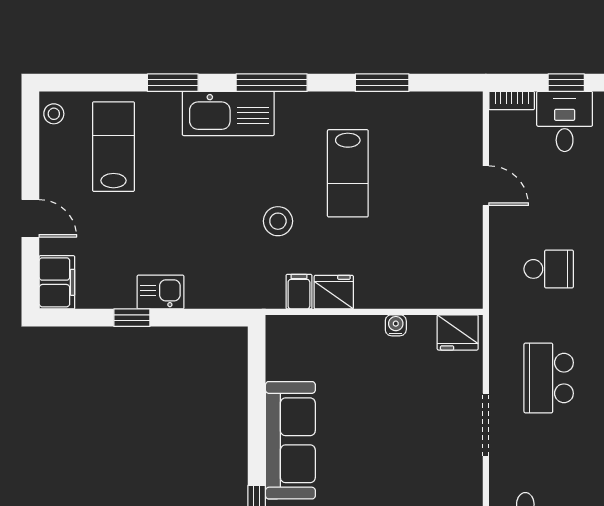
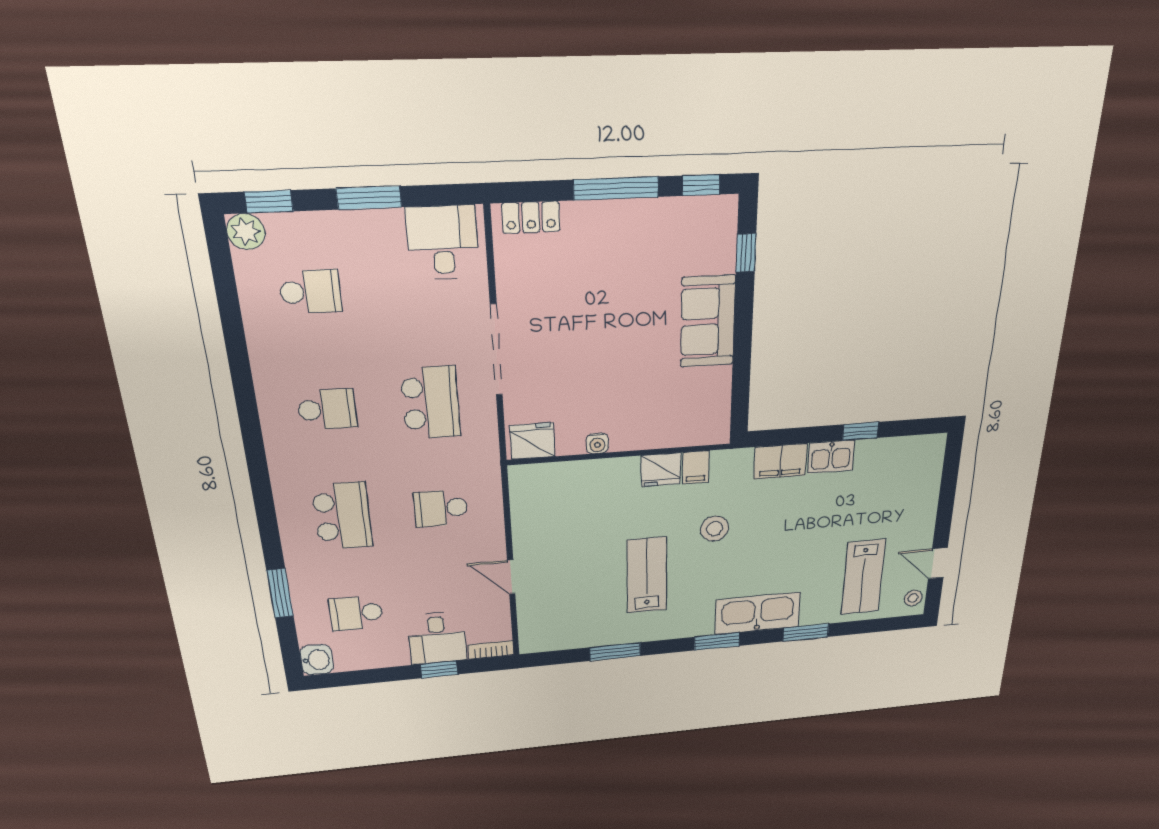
window: (272, 83) -> (717, 641), width x0.69
door: (30, 218) -> (938, 563), moved
filing cabinet: (57, 282) -> (780, 461), moved, turned -90
doorway: (486, 425) -> (496, 350), width x1.36
sofa: (290, 440) -> (708, 321), width x0.73

